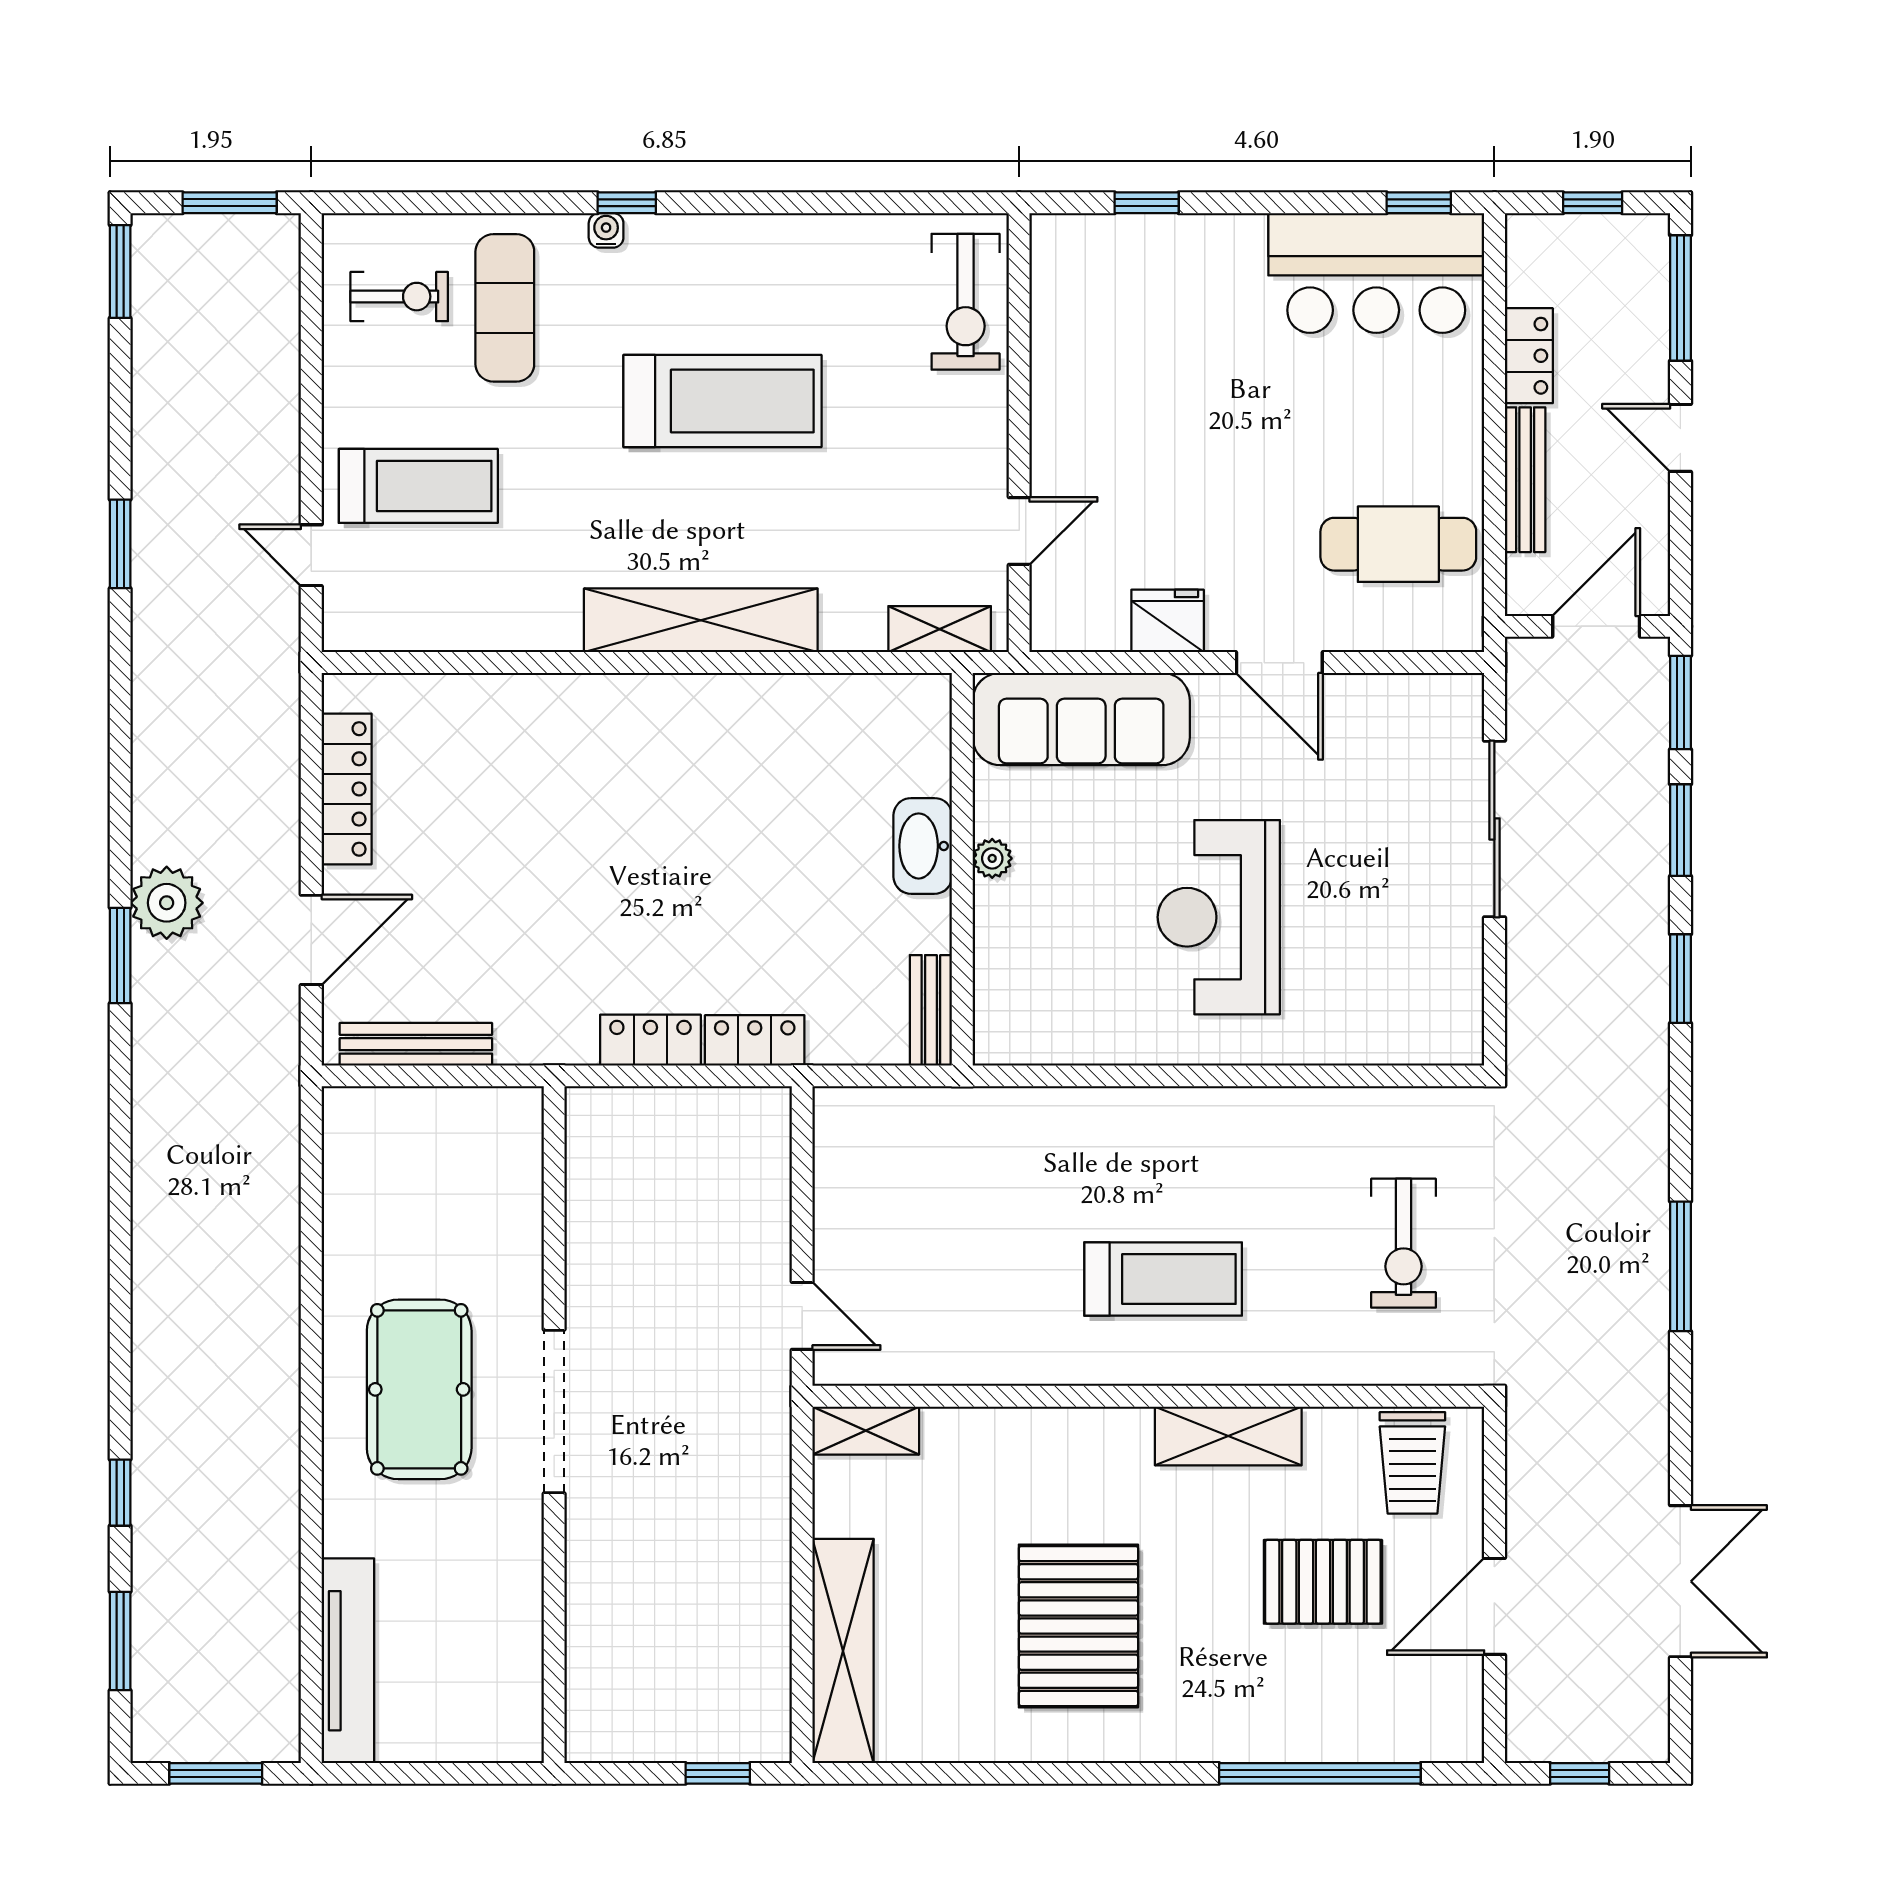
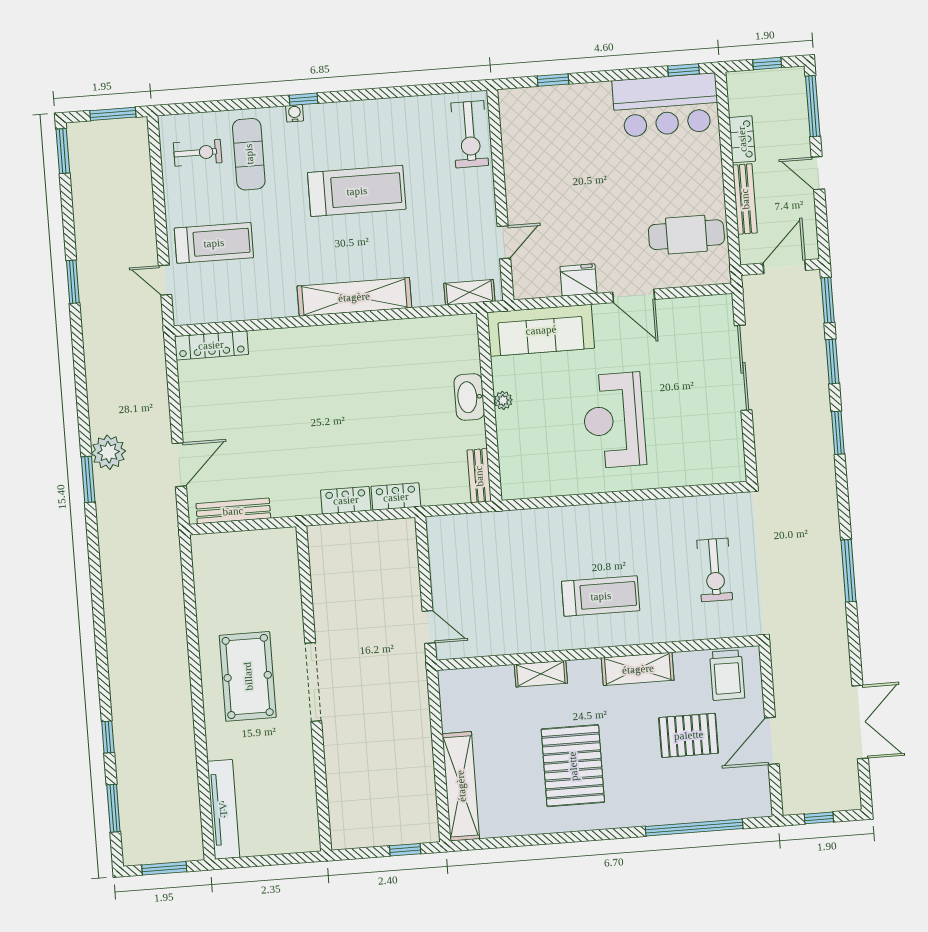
locker: (347, 789) -> (211, 345), moved, turned 90
shelving: (866, 1431) -> (541, 674), moved

